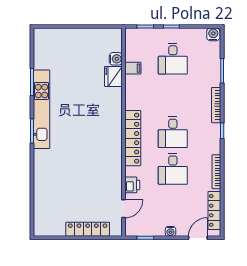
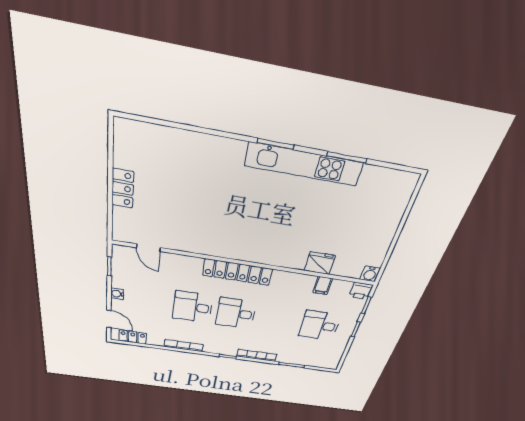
water cooler: (213, 34) -> (332, 363), removed
water cooler: (116, 59) -> (370, 274), moved
printer: (132, 185) -> (361, 291), moved
locker: (214, 210) -> (133, 337), width x0.66
locker: (88, 229) -> (123, 188), width x0.66

